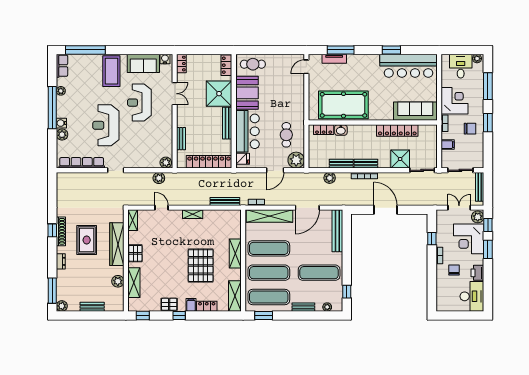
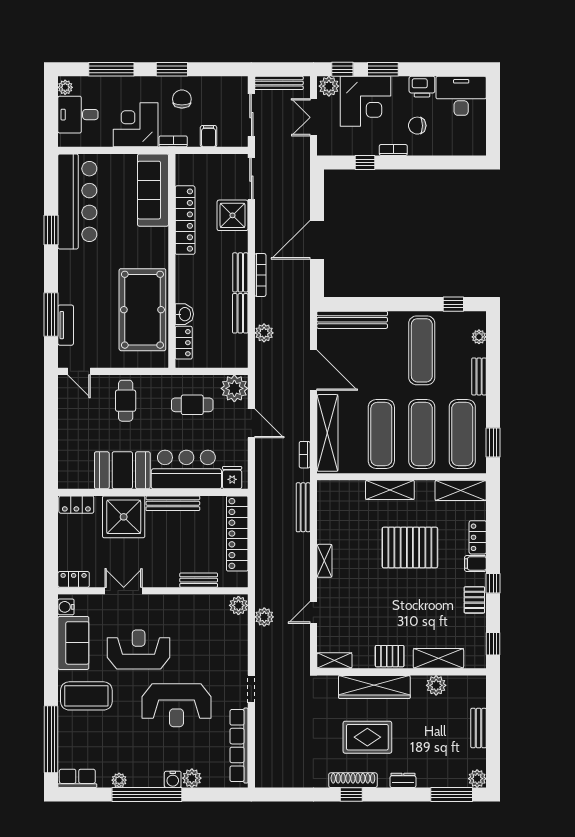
cafe table: (253, 64) -> (126, 401), moved
reception desk: (139, 103) -> (139, 649), turned 180

